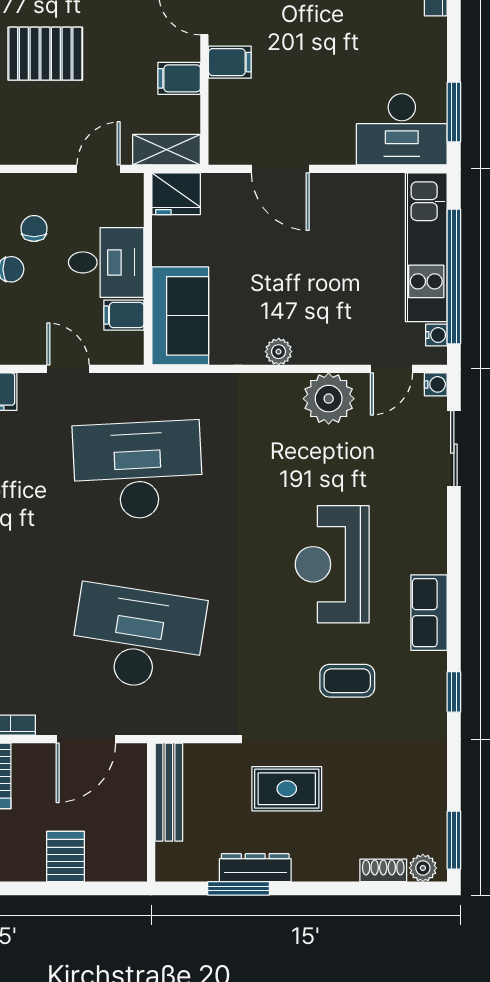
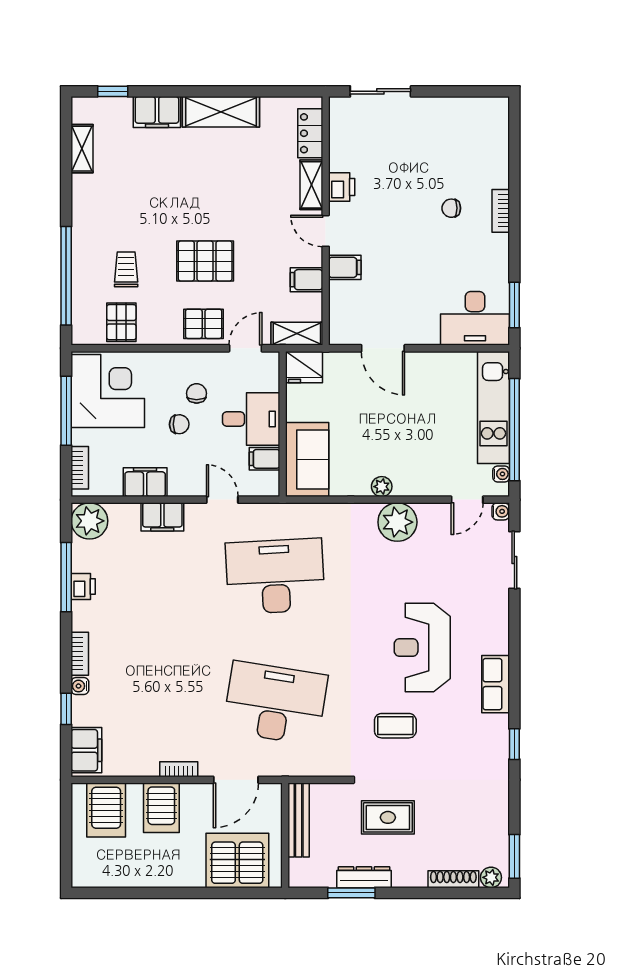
pallet: (43, 137) -> (204, 324), added
plant: (329, 399) -> (397, 522), moved
coffee table: (347, 681) -> (395, 726), moved
server rack: (65, 857) -> (237, 860), width x2.18, depth x1.44
shoe rack: (383, 870) -> (453, 879), width x1.43

